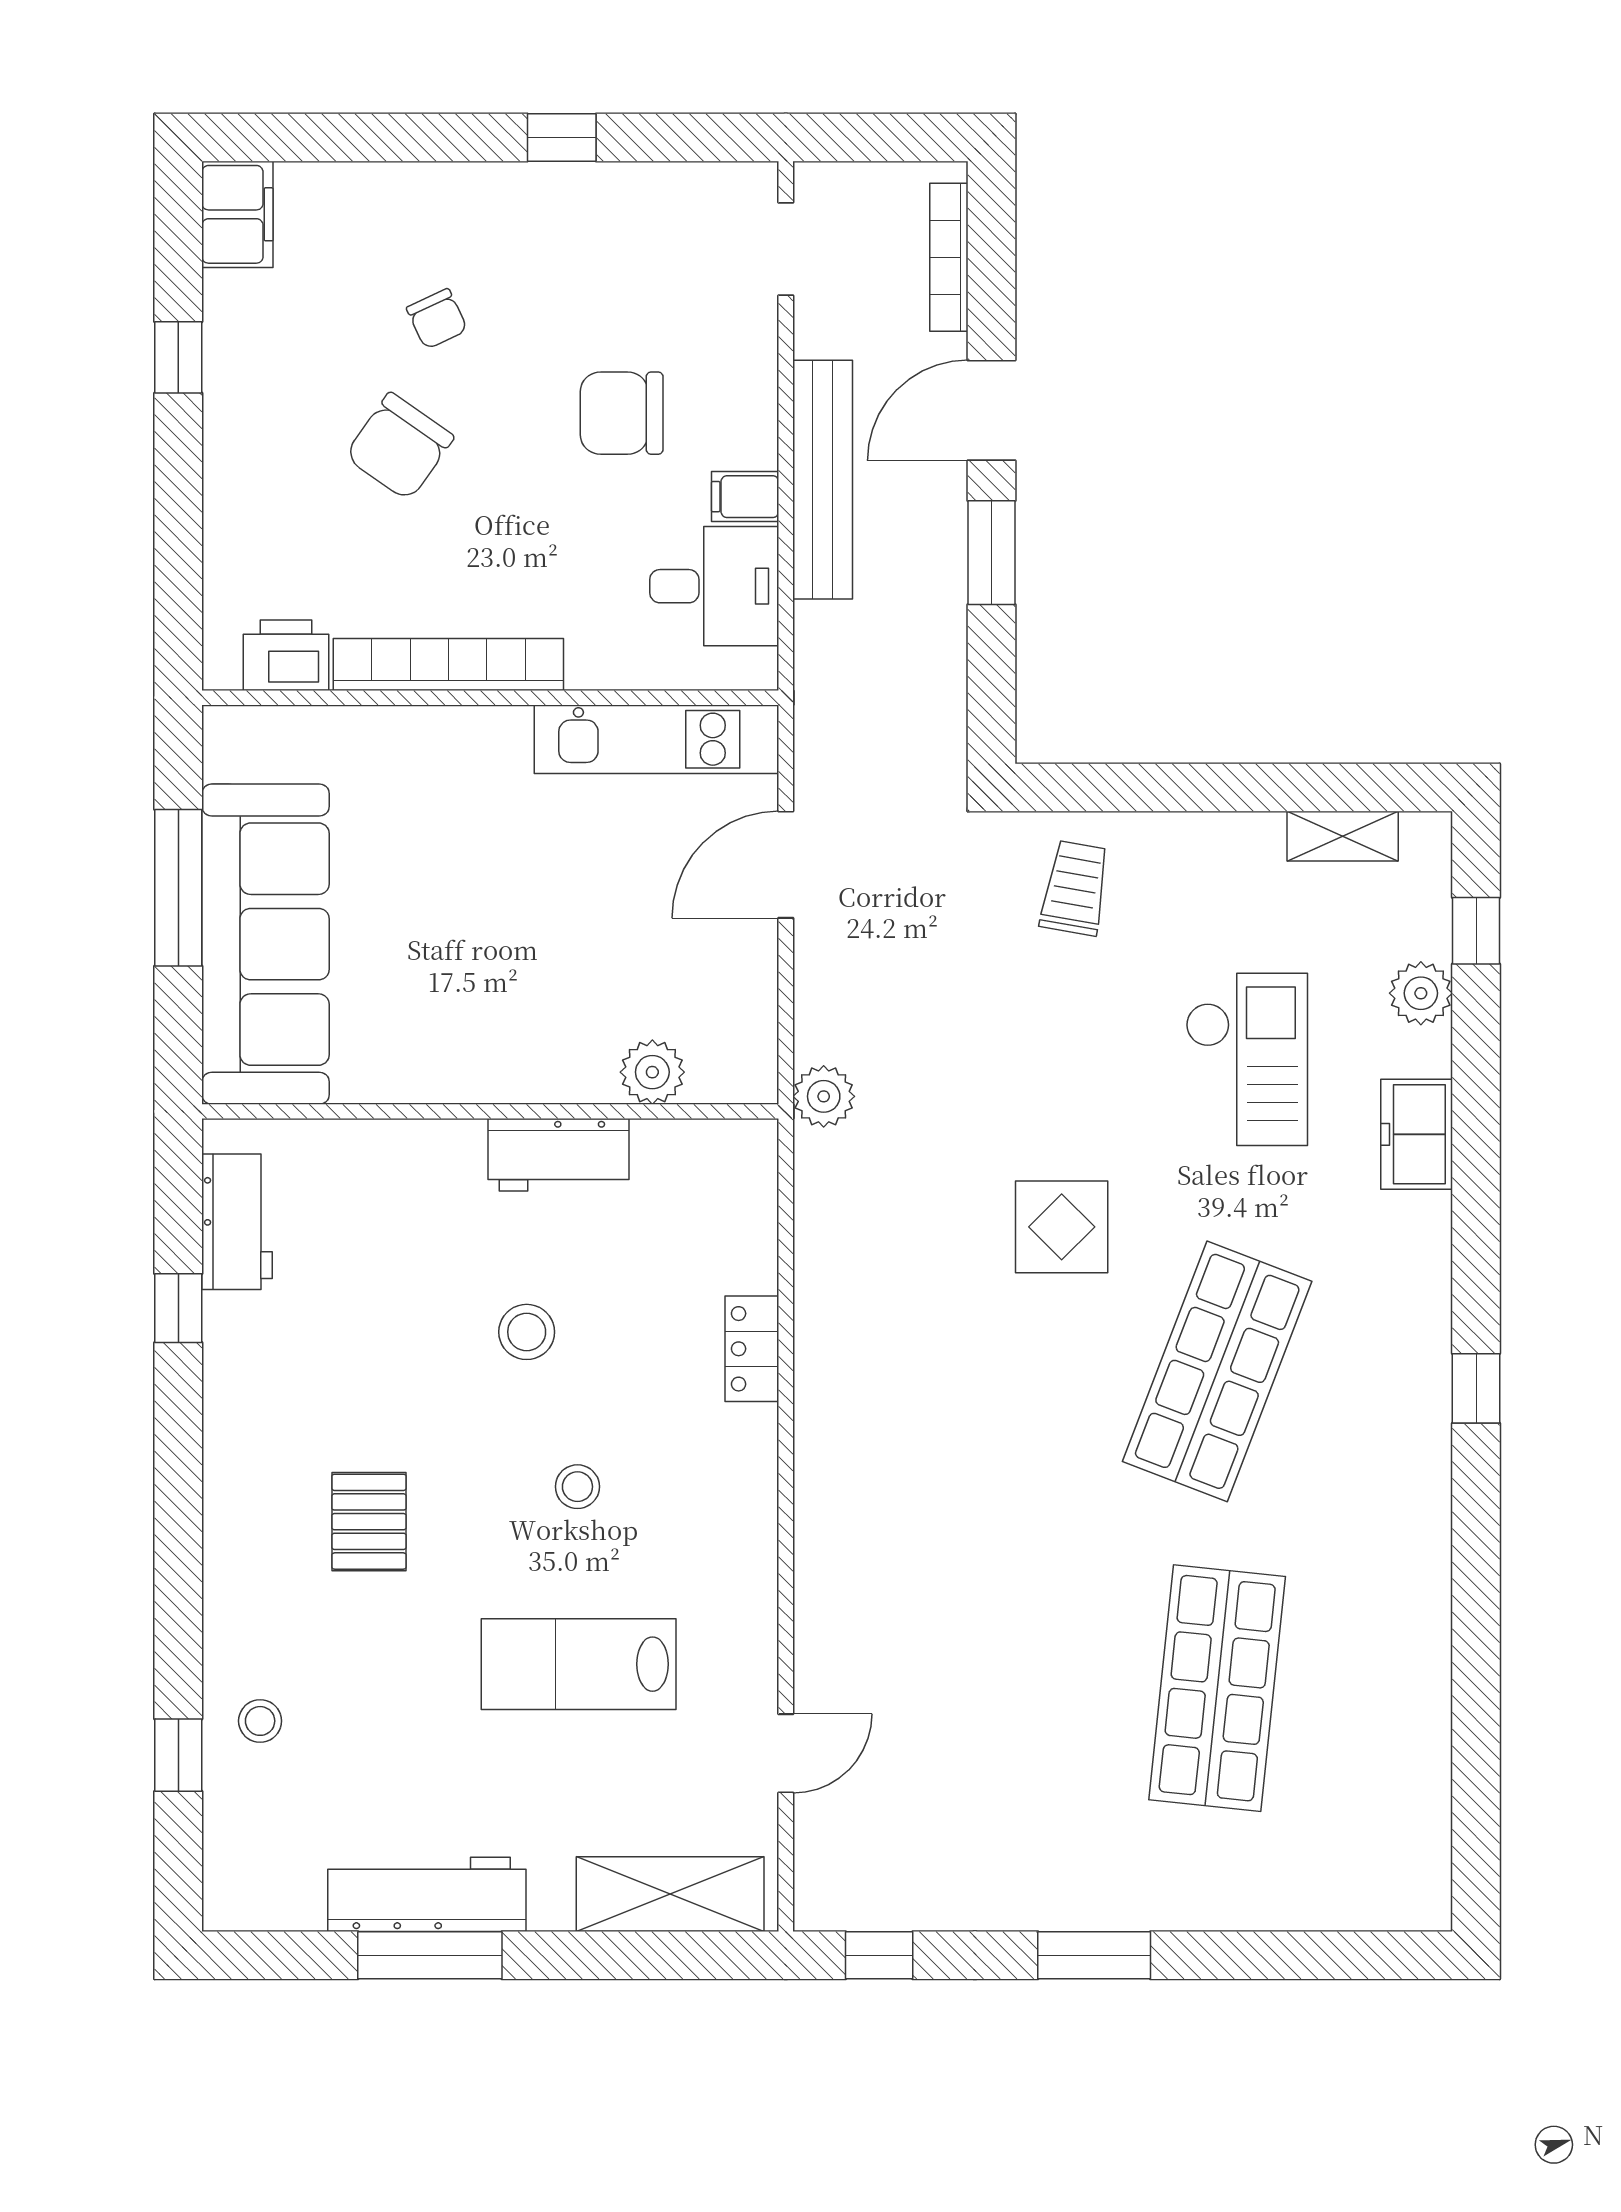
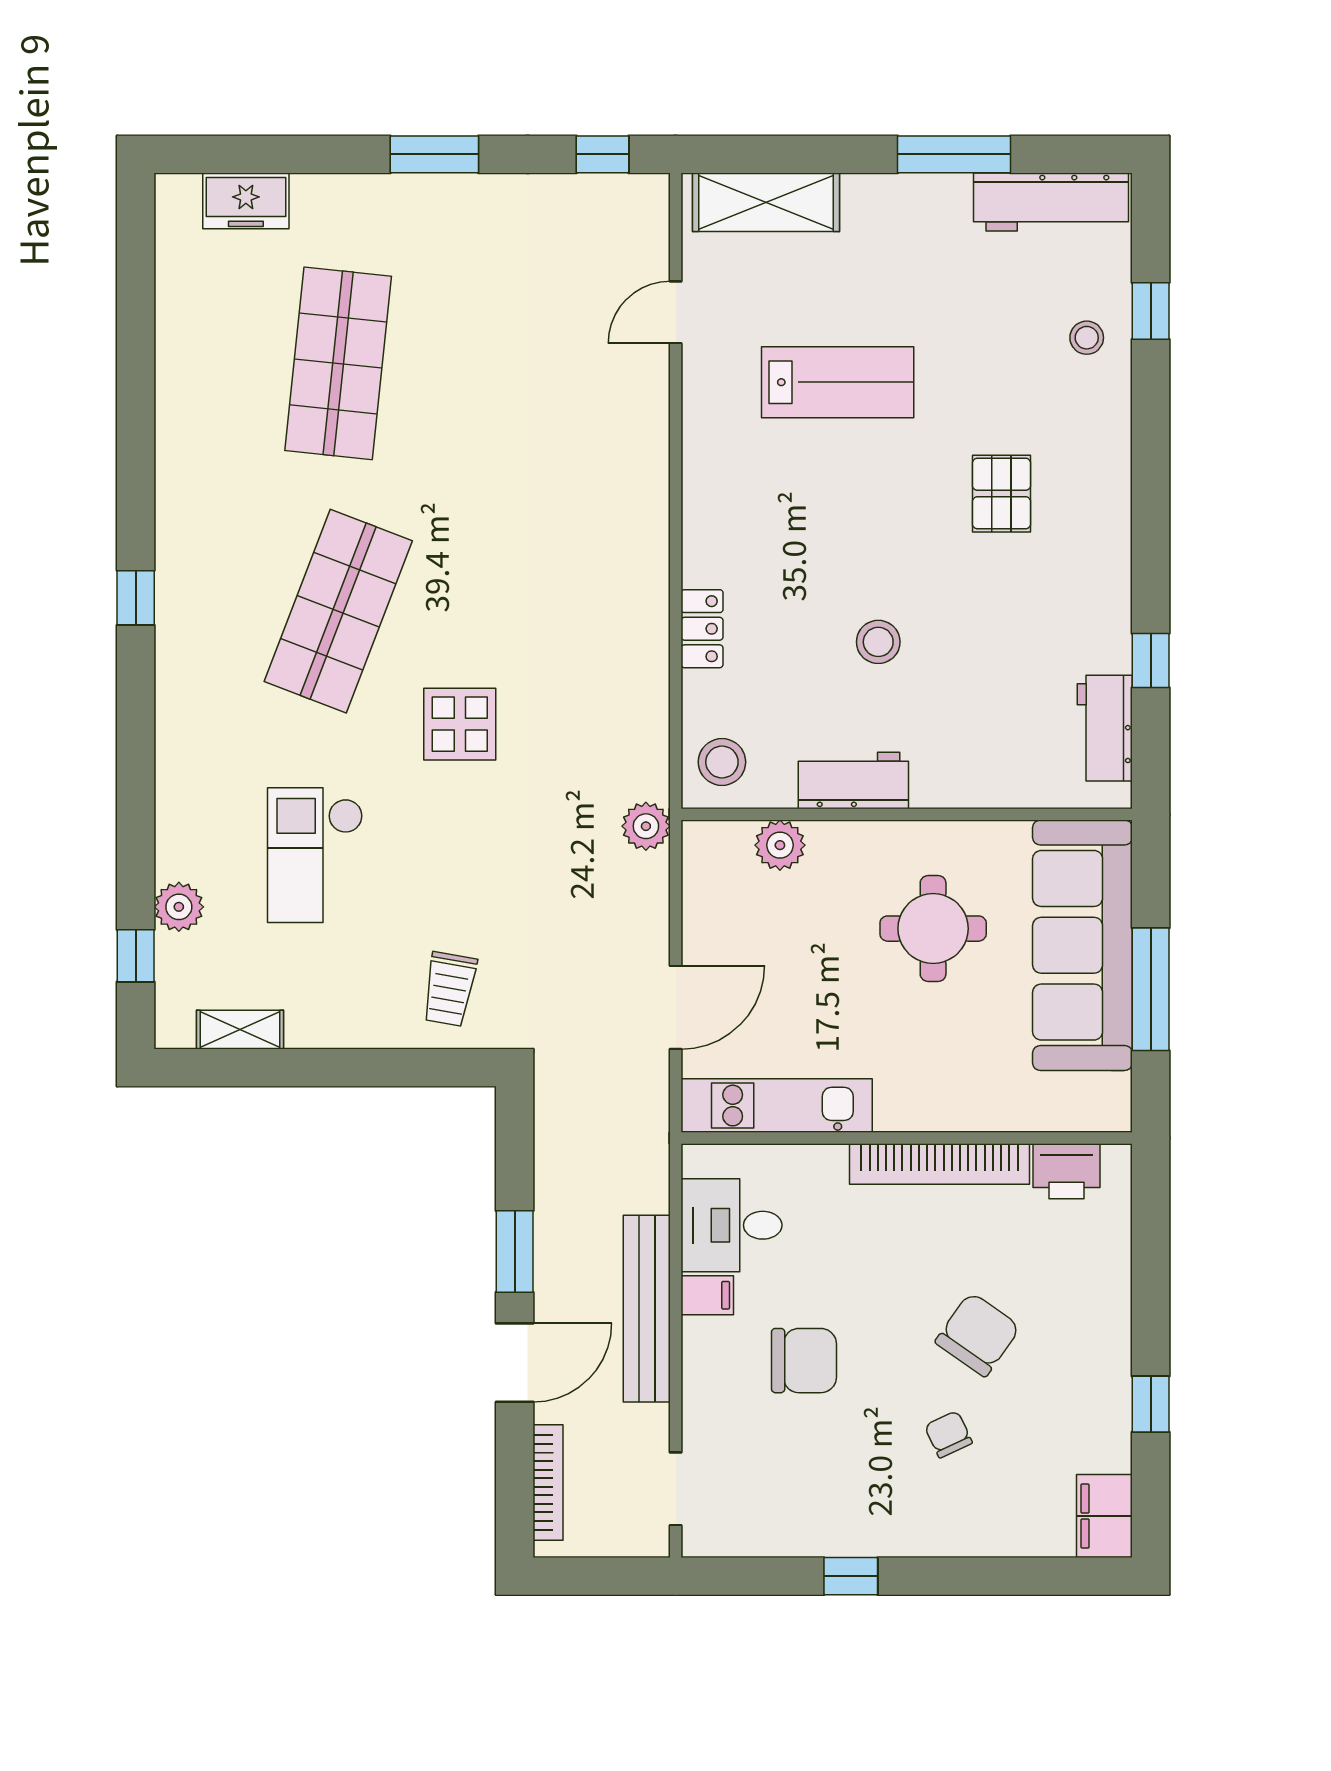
round table: (457, 966) -> (933, 929), added
freezer: (1417, 1134) -> (246, 201), moved, turned 90
stool: (577, 1487) -> (722, 762), moved, width x1.37, depth x1.37
workbench: (427, 1894) -> (1051, 202), moved

